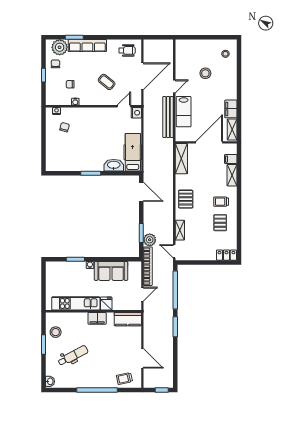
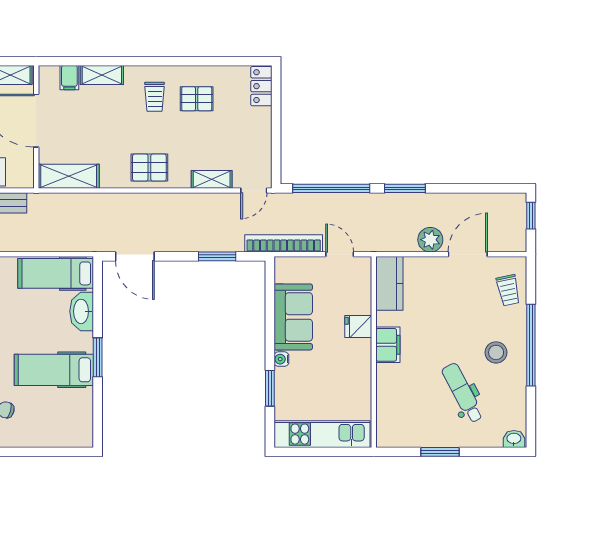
hospital bed: (85, 151) -> (54, 370), added
door: (141, 192) -> (135, 256), swing flipped
plant: (150, 240) -> (430, 240), moved
kitchen unit: (76, 303) -> (322, 434), moved, turned 90
stool: (56, 332) -> (496, 352), moved

